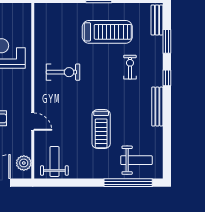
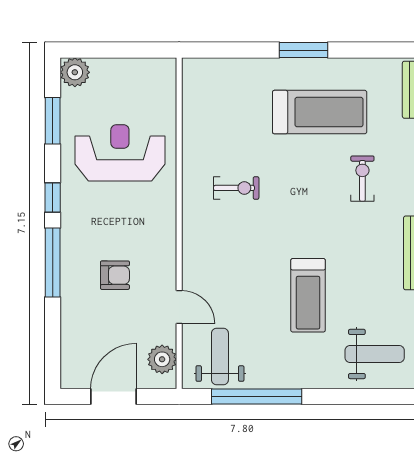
exercise bike: (63, 72) -> (236, 188), width x0.73, depth x0.72
door: (33, 122) -> (179, 307), moved
window: (128, 183) -> (257, 397), moved

